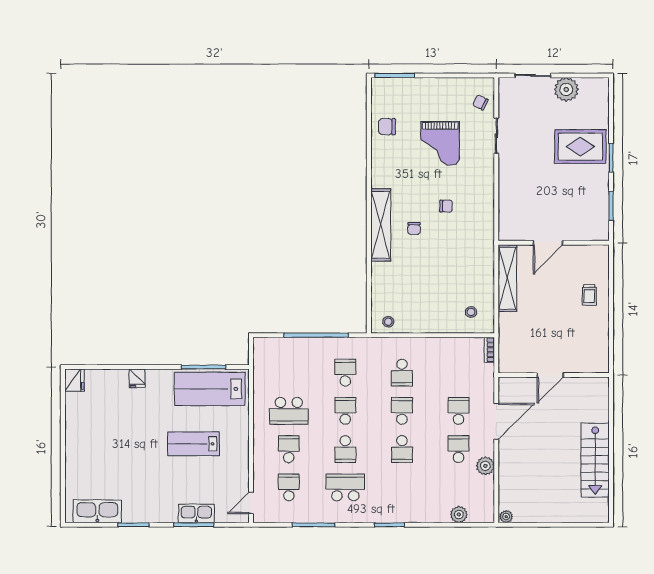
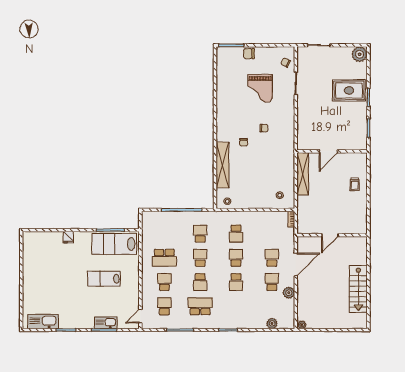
plant: (566, 89) -> (360, 54), moved
chair: (387, 127) -> (249, 54), moved
shelving: (381, 225) -> (223, 165), moved
fridge: (74, 380) -> (29, 238), removed

